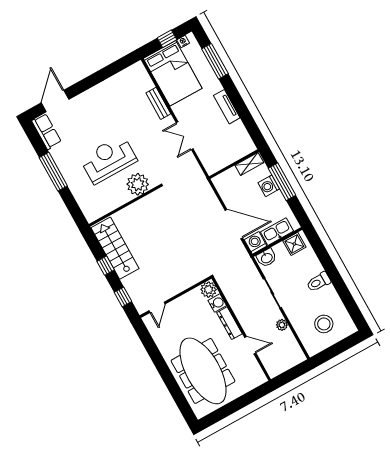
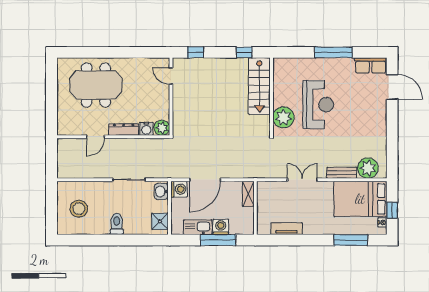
tv unit: (227, 107) -> (287, 229), moved
shelving: (249, 164) -> (248, 194), moved
kitchen sink: (277, 232) -> (198, 227), moved, turned -90
stairs: (115, 248) -> (259, 86), moved, turned 90
window: (106, 266) -> (244, 52), moved
plant: (282, 325) -> (368, 168), moved, width x1.87, depth x1.87
meeting table: (203, 371) -> (96, 85), width x0.73

